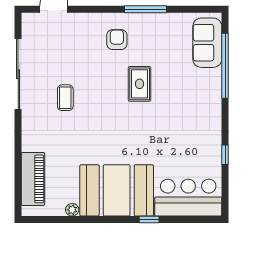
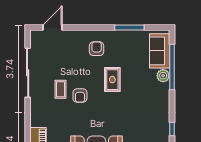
window: (145, 9) -> (129, 28), moved
plant: (212, 78) -> (163, 76), added
armchair: (93, 107) -> (80, 96), added

